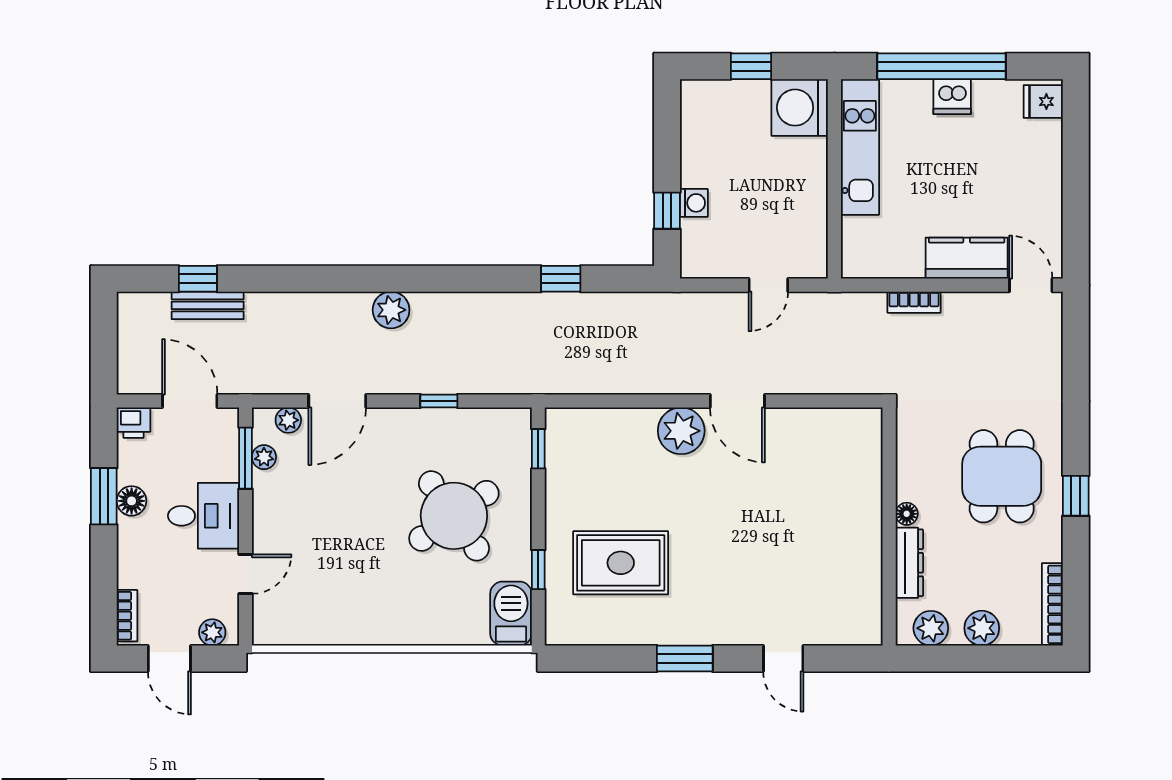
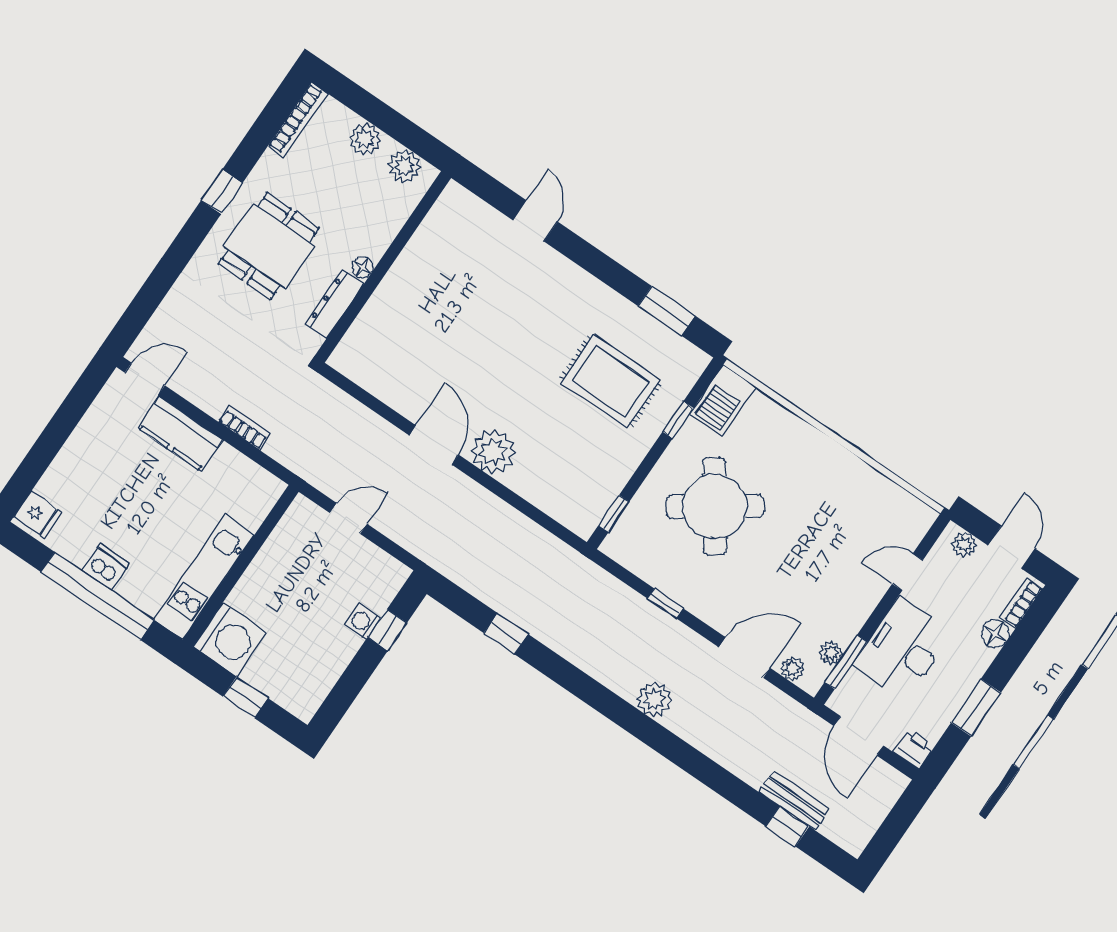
door: (1031, 285) -> (145, 379), swing flipped
floor lamp: (132, 501) -> (995, 634), moved
desk: (204, 516) -> (903, 649), width x1.37
dresser: (909, 563) -> (334, 304), moved
window: (685, 658) -> (667, 311), moved

